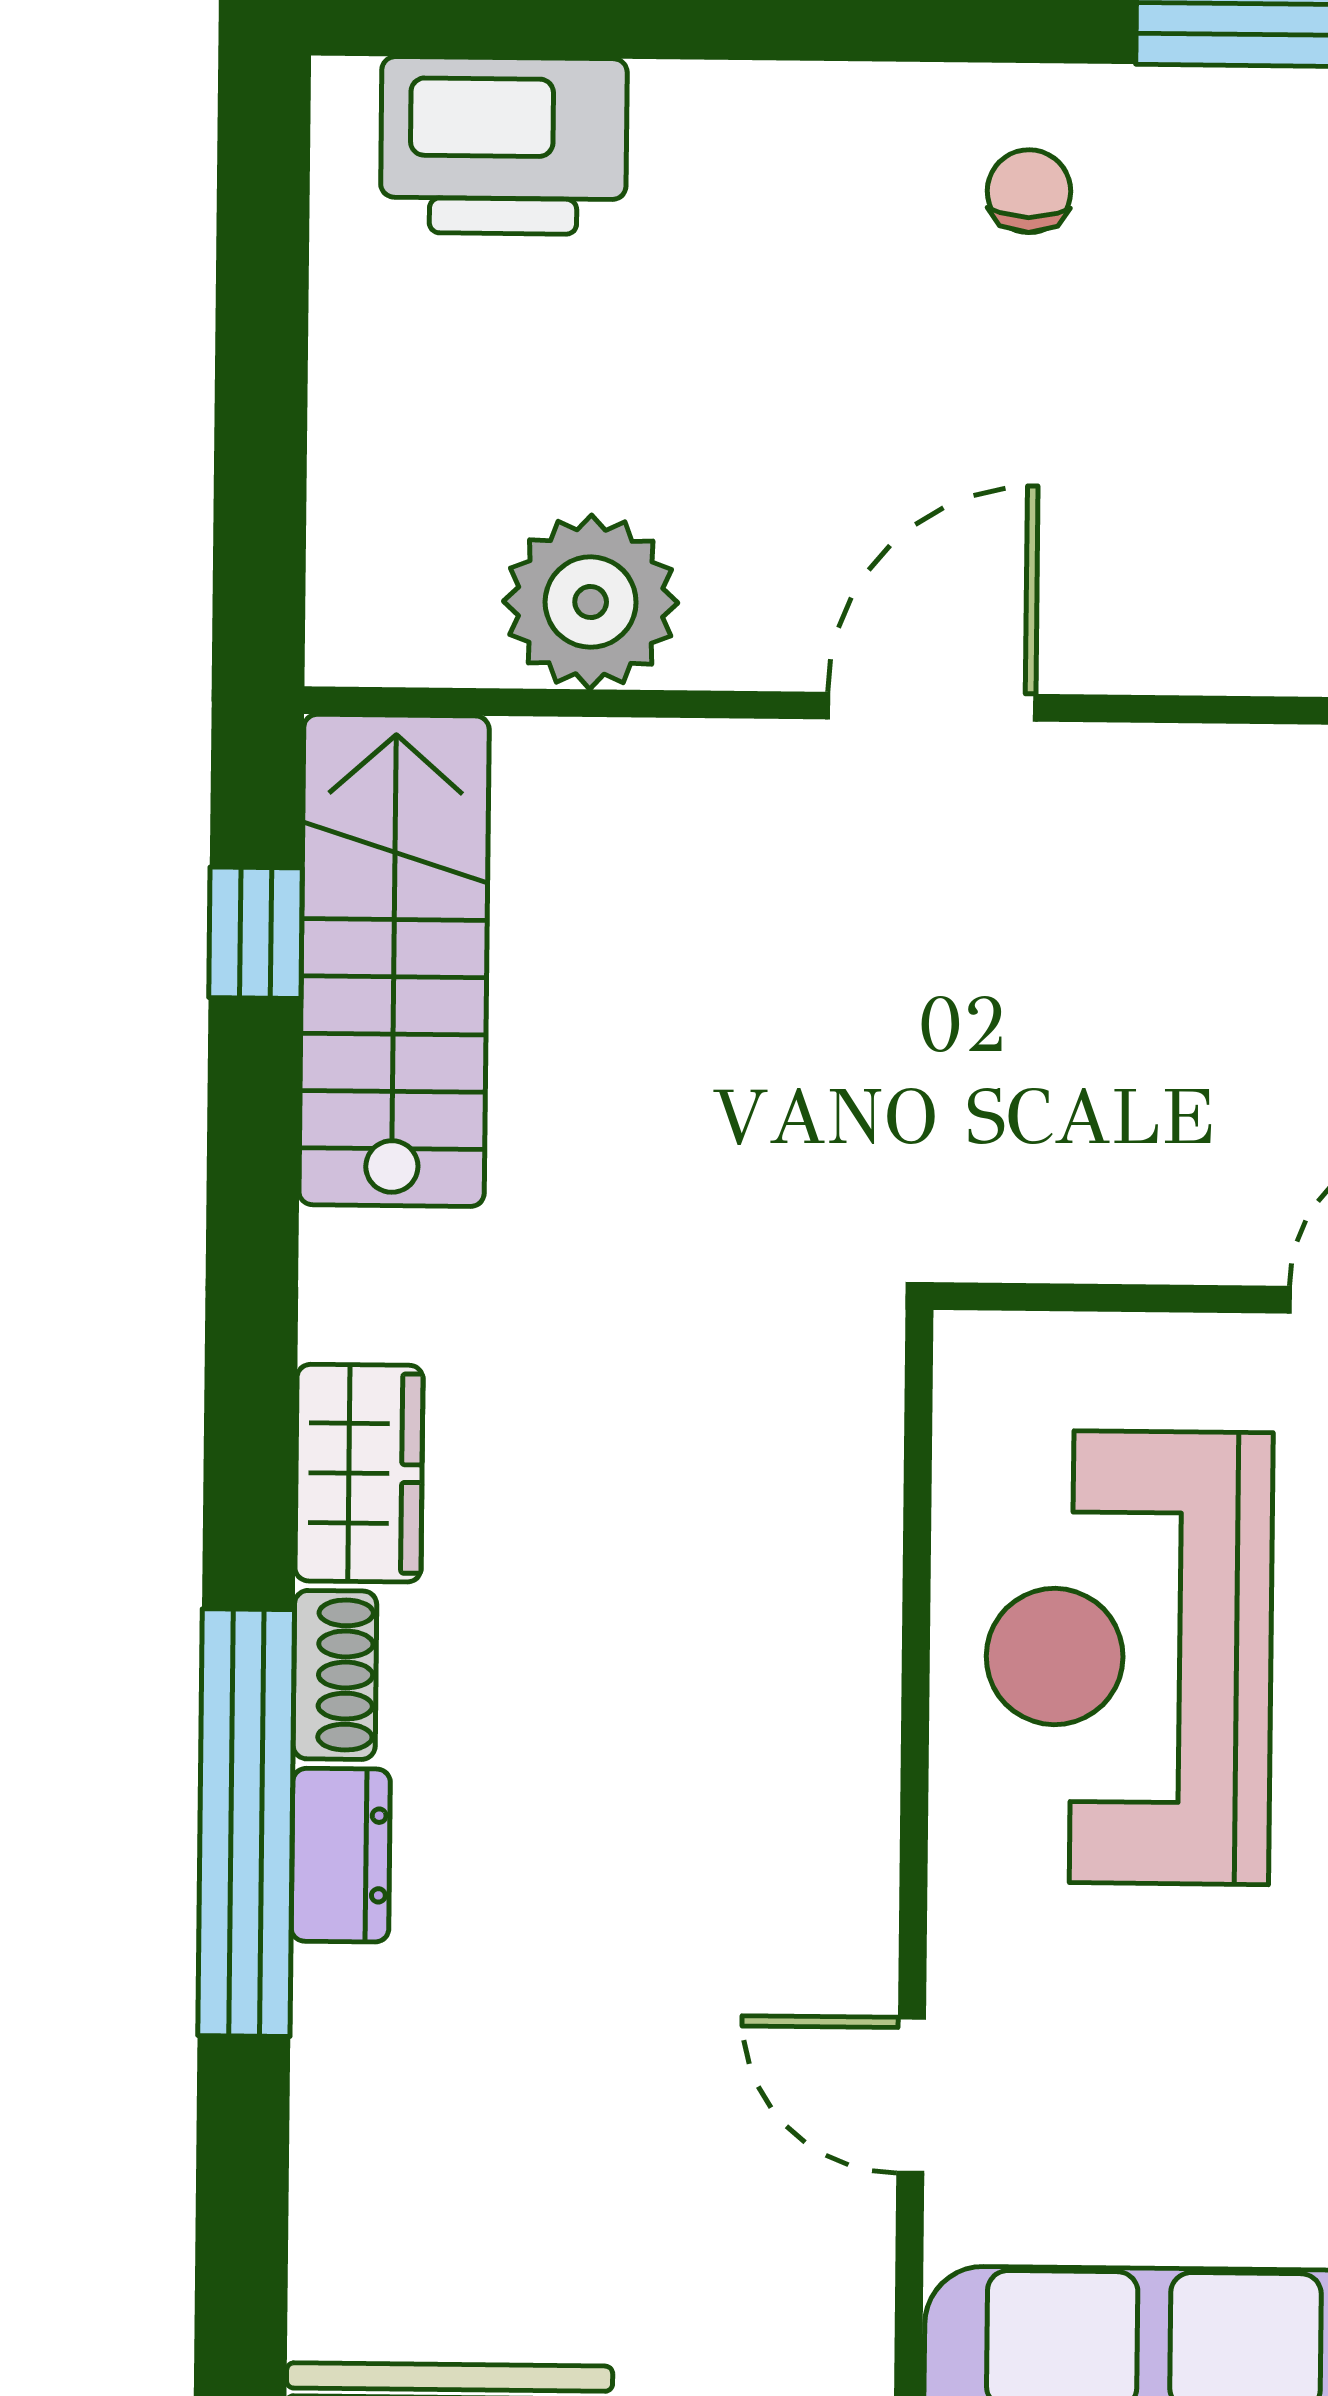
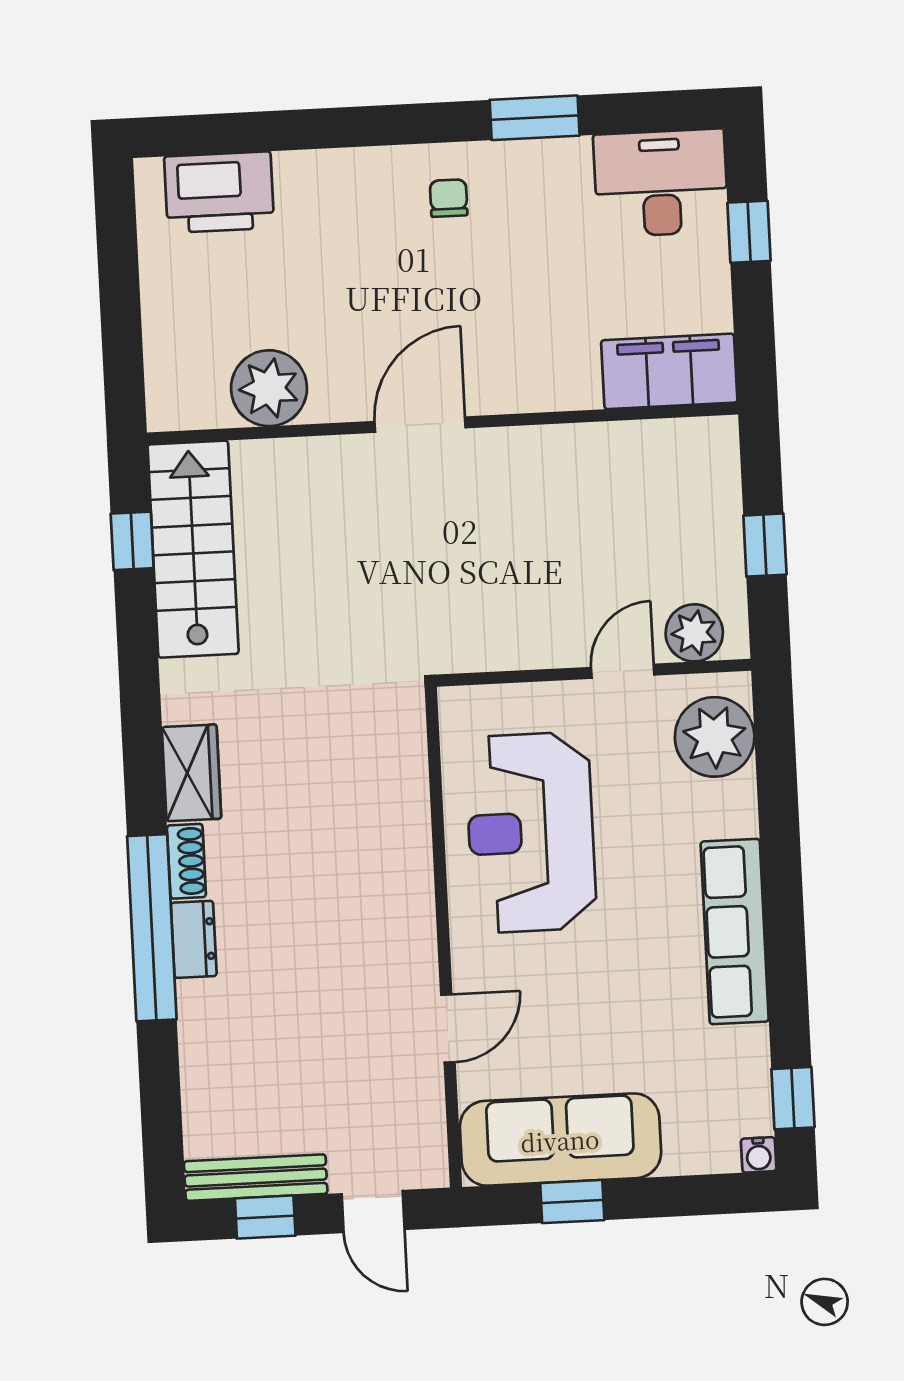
door: (911, 2095) -> (448, 1029), swing flipped

